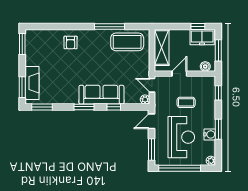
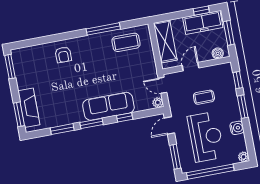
freezer: (202, 37) -> (203, 22), width x1.40
coffee table: (127, 42) -> (126, 42), width x0.73, depth x0.76
window: (42, 107) -> (62, 129), moved
window: (218, 129) -> (243, 107), moved

